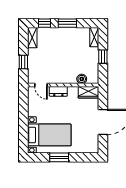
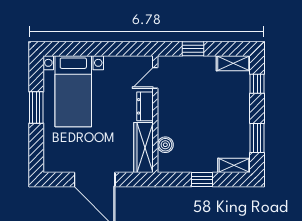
window: (67, 23) -> (257, 138), moved
wardrobe: (88, 92) -> (144, 147), width x1.50

